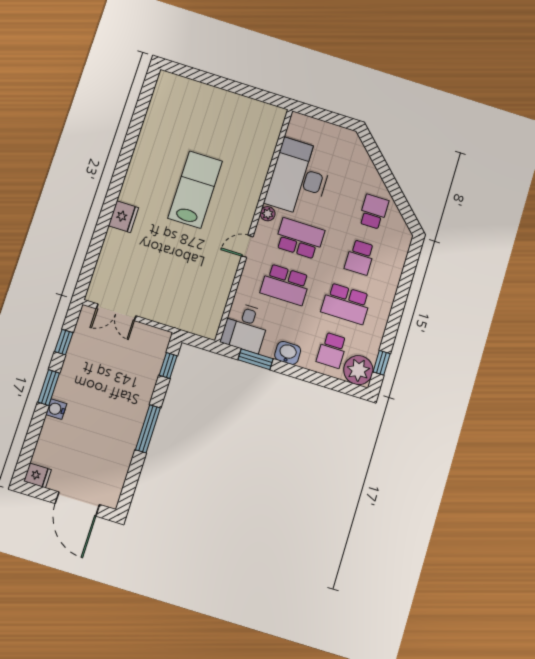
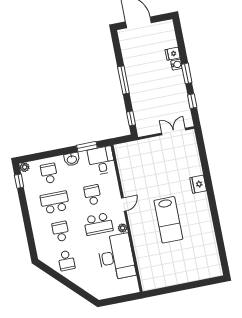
school desk: (285, 285) -> (93, 195), width x0.54
plant: (358, 370) -> (25, 167), width x0.53, depth x0.53
fridge: (38, 475) -> (173, 54), moved

